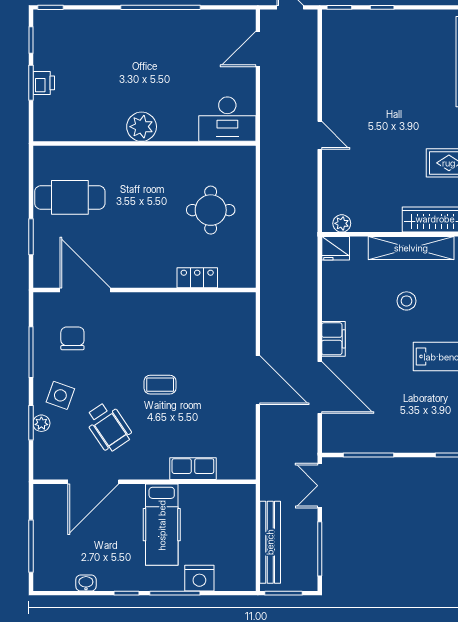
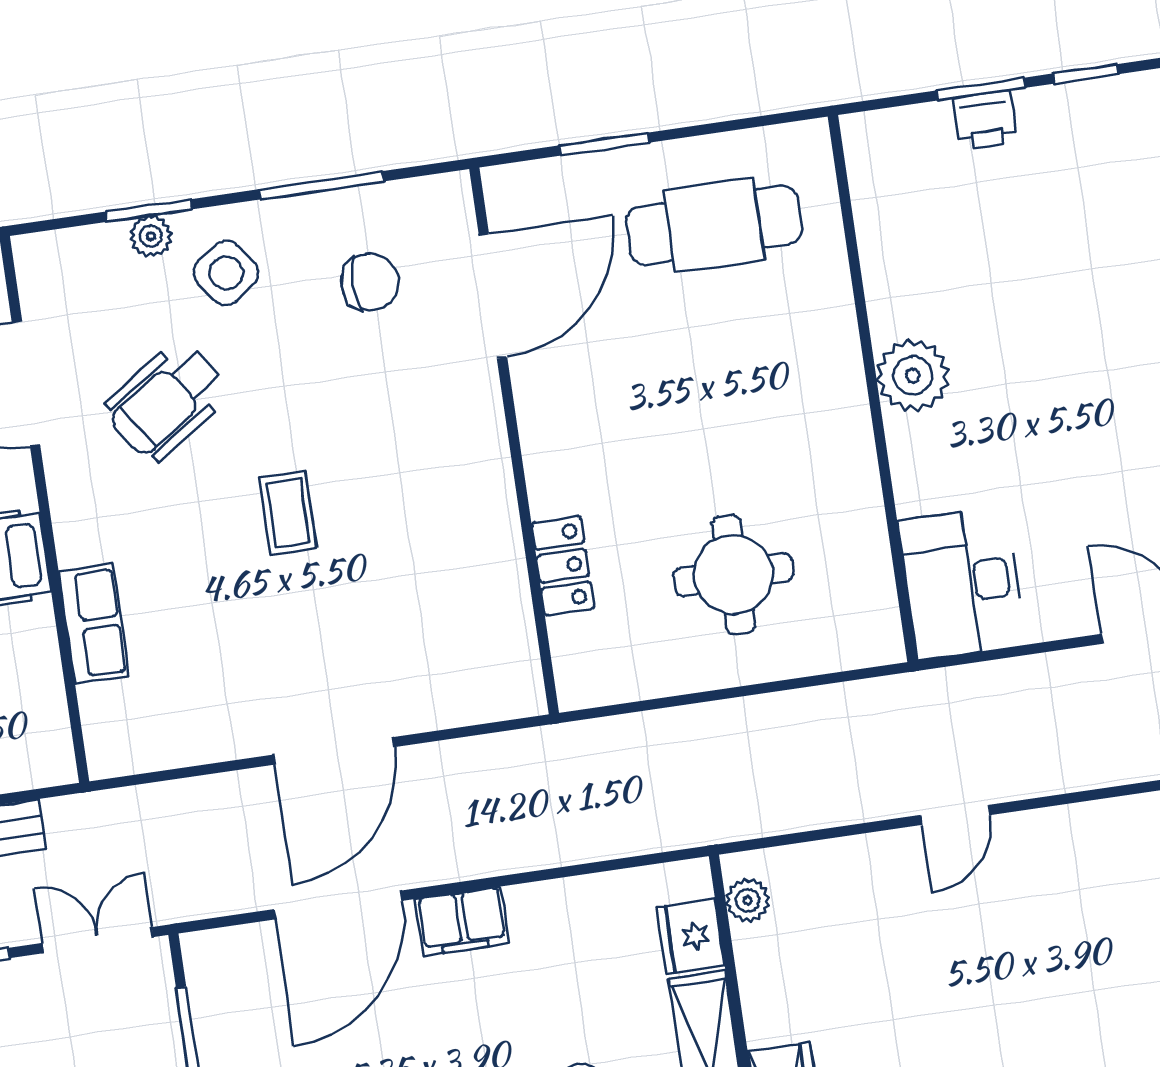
cafe table: (70, 197) -> (714, 225), turned 90
fridge: (336, 248) -> (691, 937), moved
side table: (60, 395) -> (226, 273), turned 35

